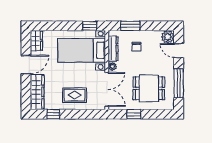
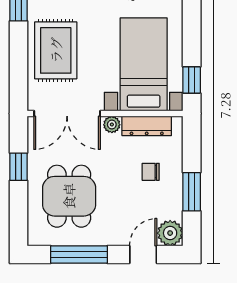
window: (130, 26) -> (192, 192), moved
rug: (75, 95) -> (56, 50), width x1.36, depth x1.43

